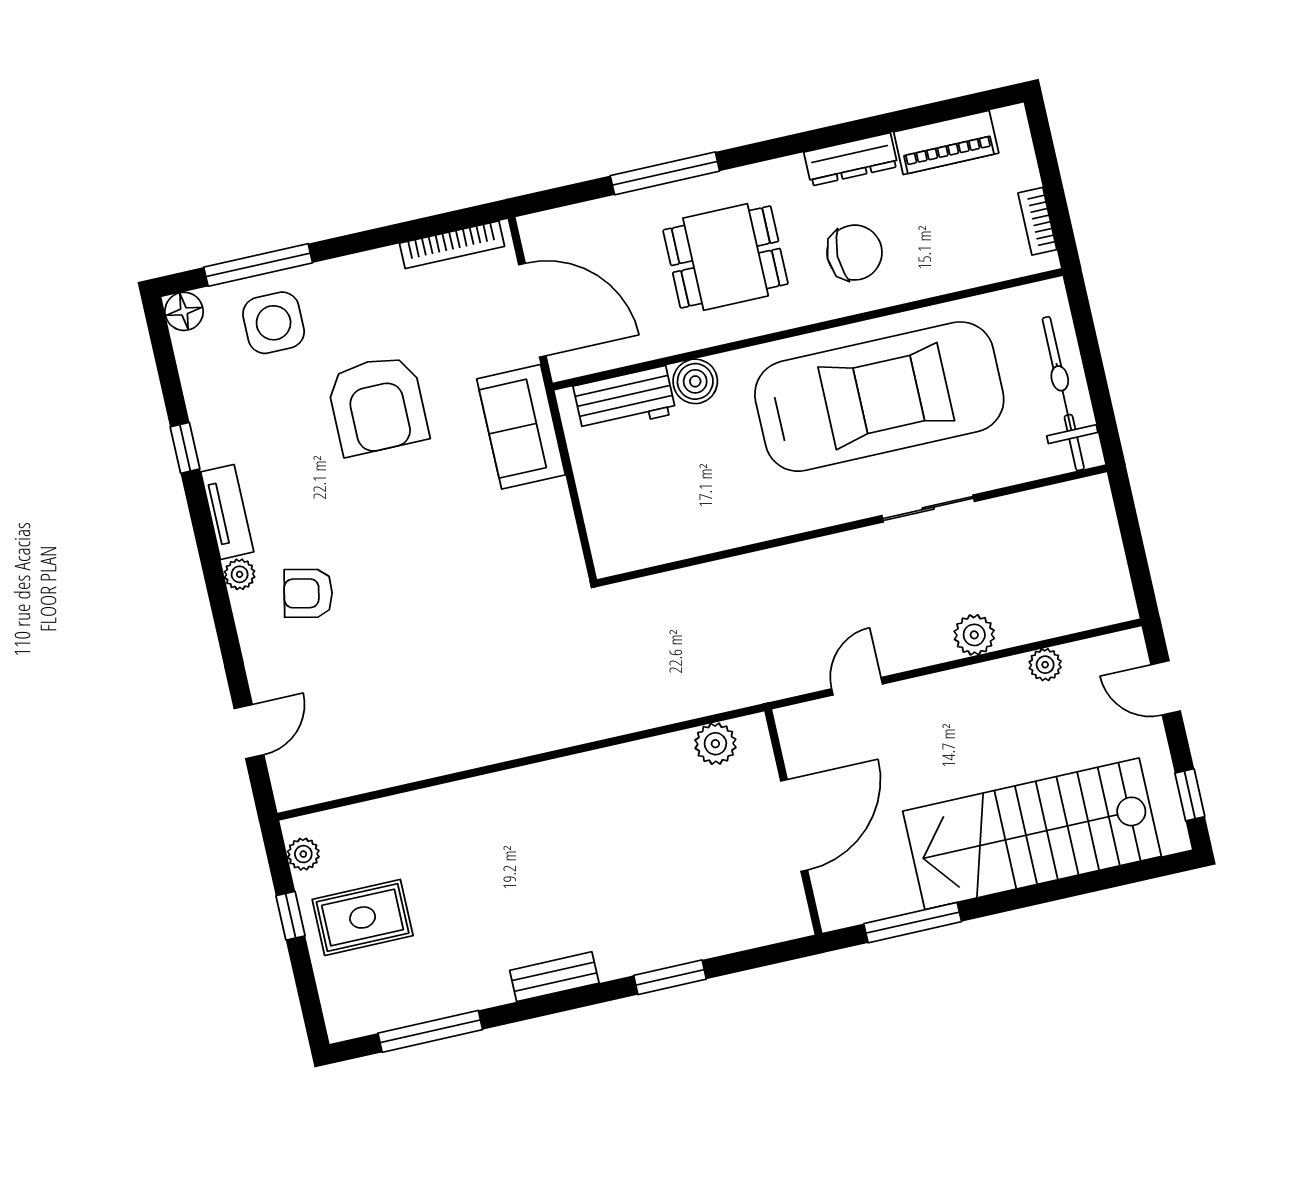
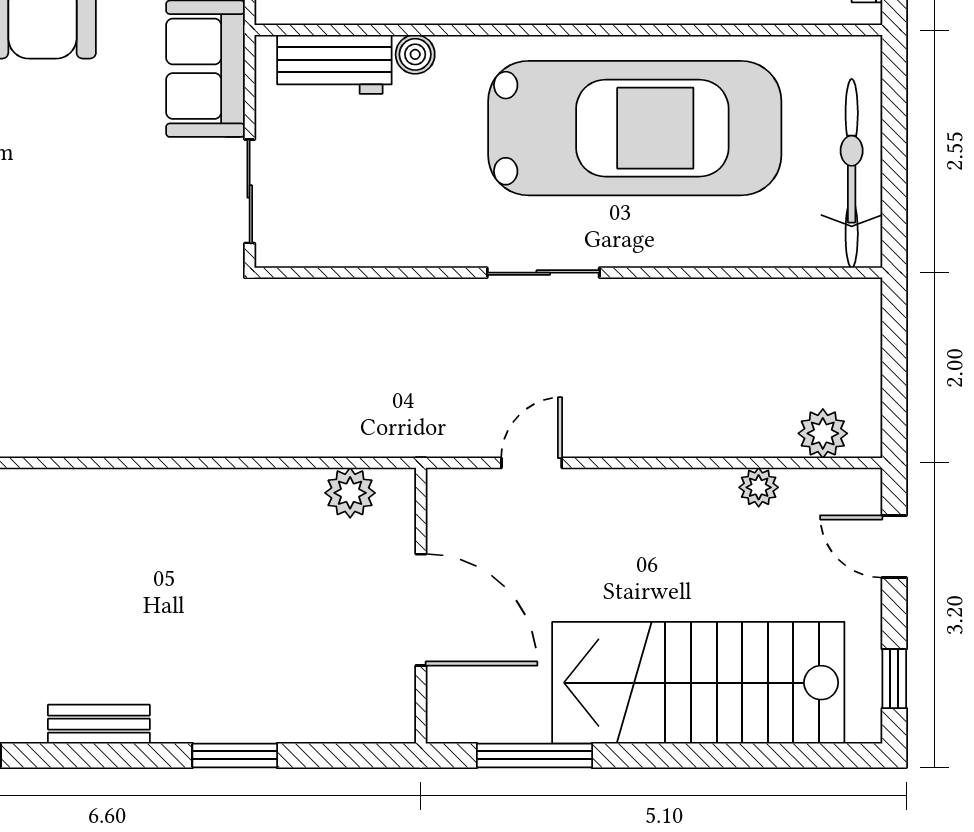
boiler: (695, 381) -> (415, 54), width x0.73, depth x0.73
sliding door: (928, 508) -> (543, 273), moved
sliding door: (579, 518) -> (250, 191), added
plant: (974, 635) -> (823, 433), moved
door: (794, 826) -> (421, 610), hinge flipped

